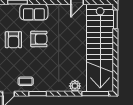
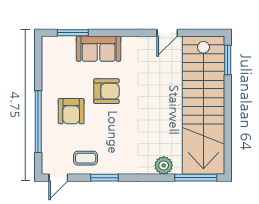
armchair: (13, 40) -> (71, 111), moved

